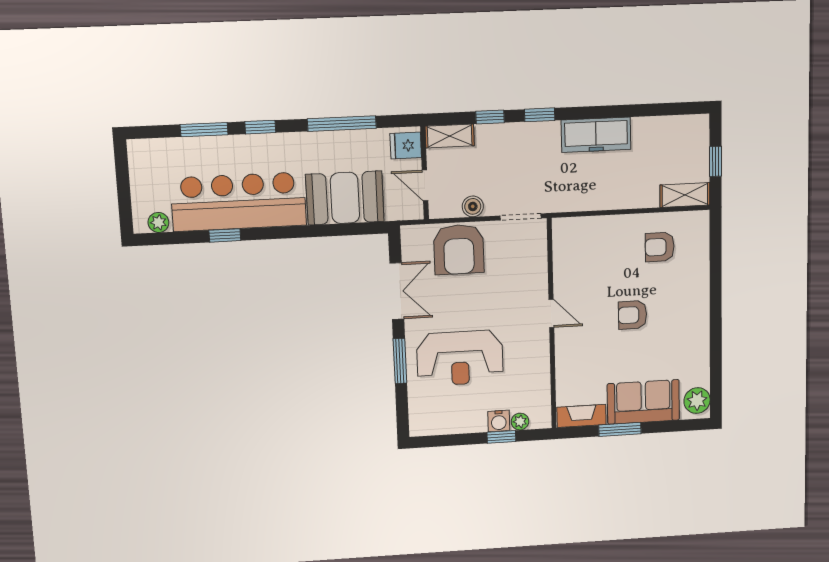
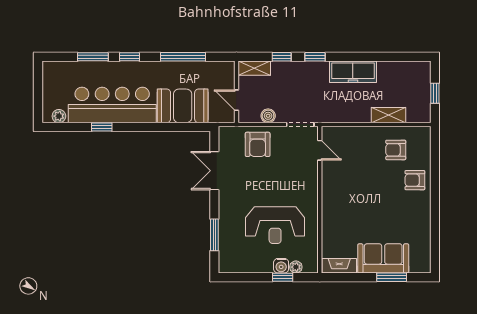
fridge: (406, 146) -> (225, 73), removed
shelving: (685, 195) -> (389, 115), moved
armchair: (459, 249) -> (258, 144), width x0.73, depth x0.73
double door: (397, 291) -> (214, 171), swing flipped
door: (551, 313) -> (320, 150), moved
armchair: (632, 315) -> (415, 180), moved
reception desk: (460, 358) -> (275, 225), moved
window: (400, 361) -> (214, 235), moved
plant: (697, 401) -> (421, 260), removed
window: (620, 429) -> (392, 277), moved

